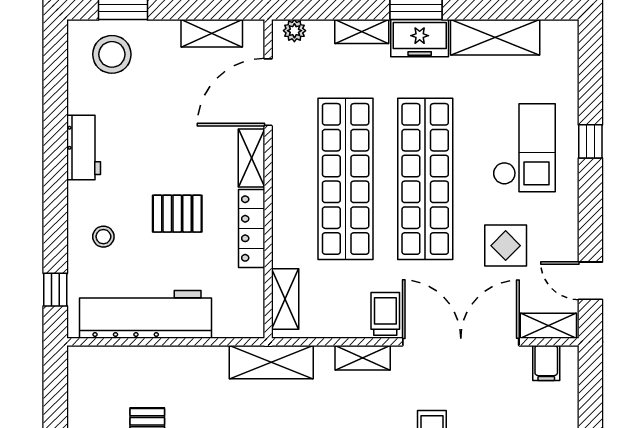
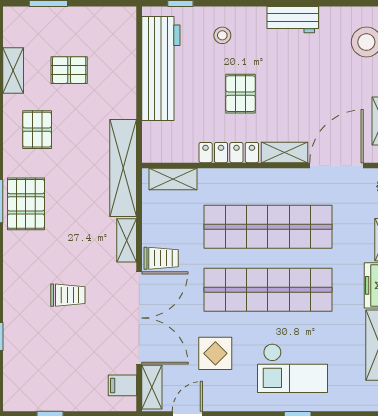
door: (268, 92) -> (336, 166), hinge flipped
shelving: (271, 362) -> (123, 168), width x1.47

